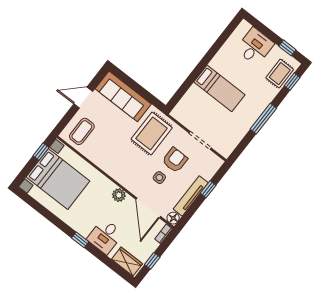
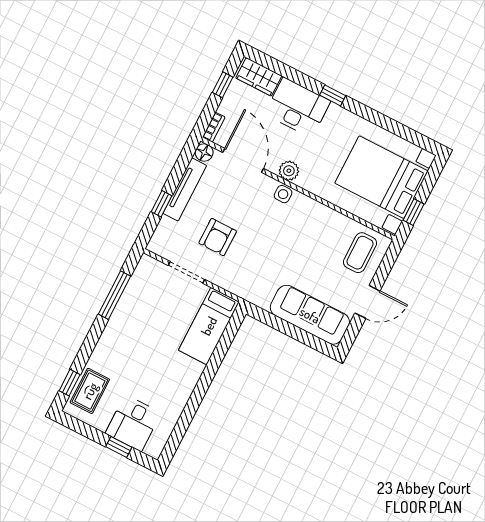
window: (287, 48) -> (119, 447), moved
bed: (219, 88) -> (209, 326), moved, turned -90
window: (263, 119) -> (114, 295), moved
rug: (152, 133) -> (259, 269), removed
side table: (159, 178) -> (283, 194), moved
desk: (105, 236) -> (298, 107), width x1.37

